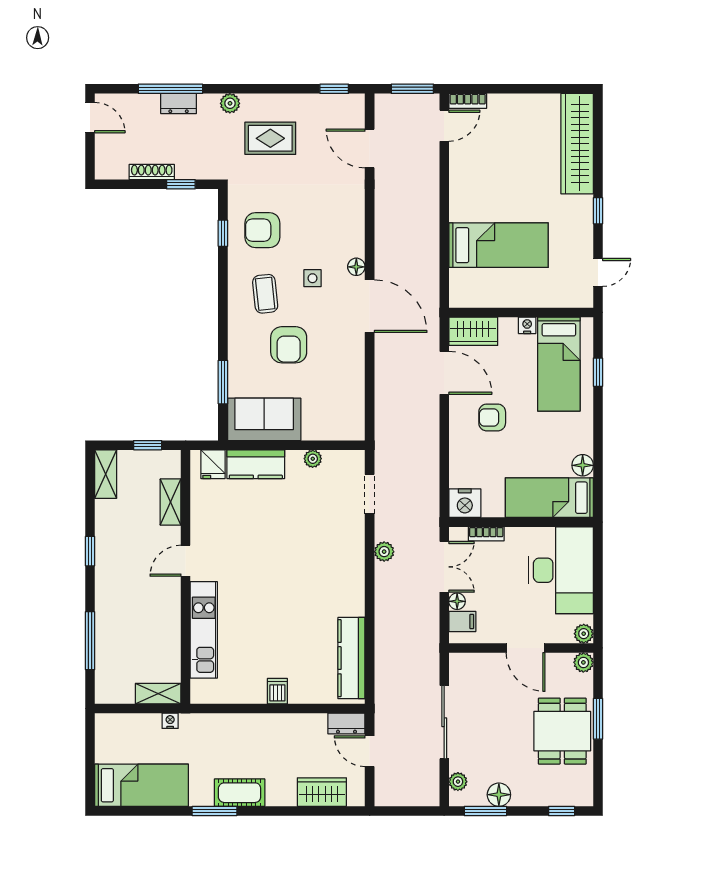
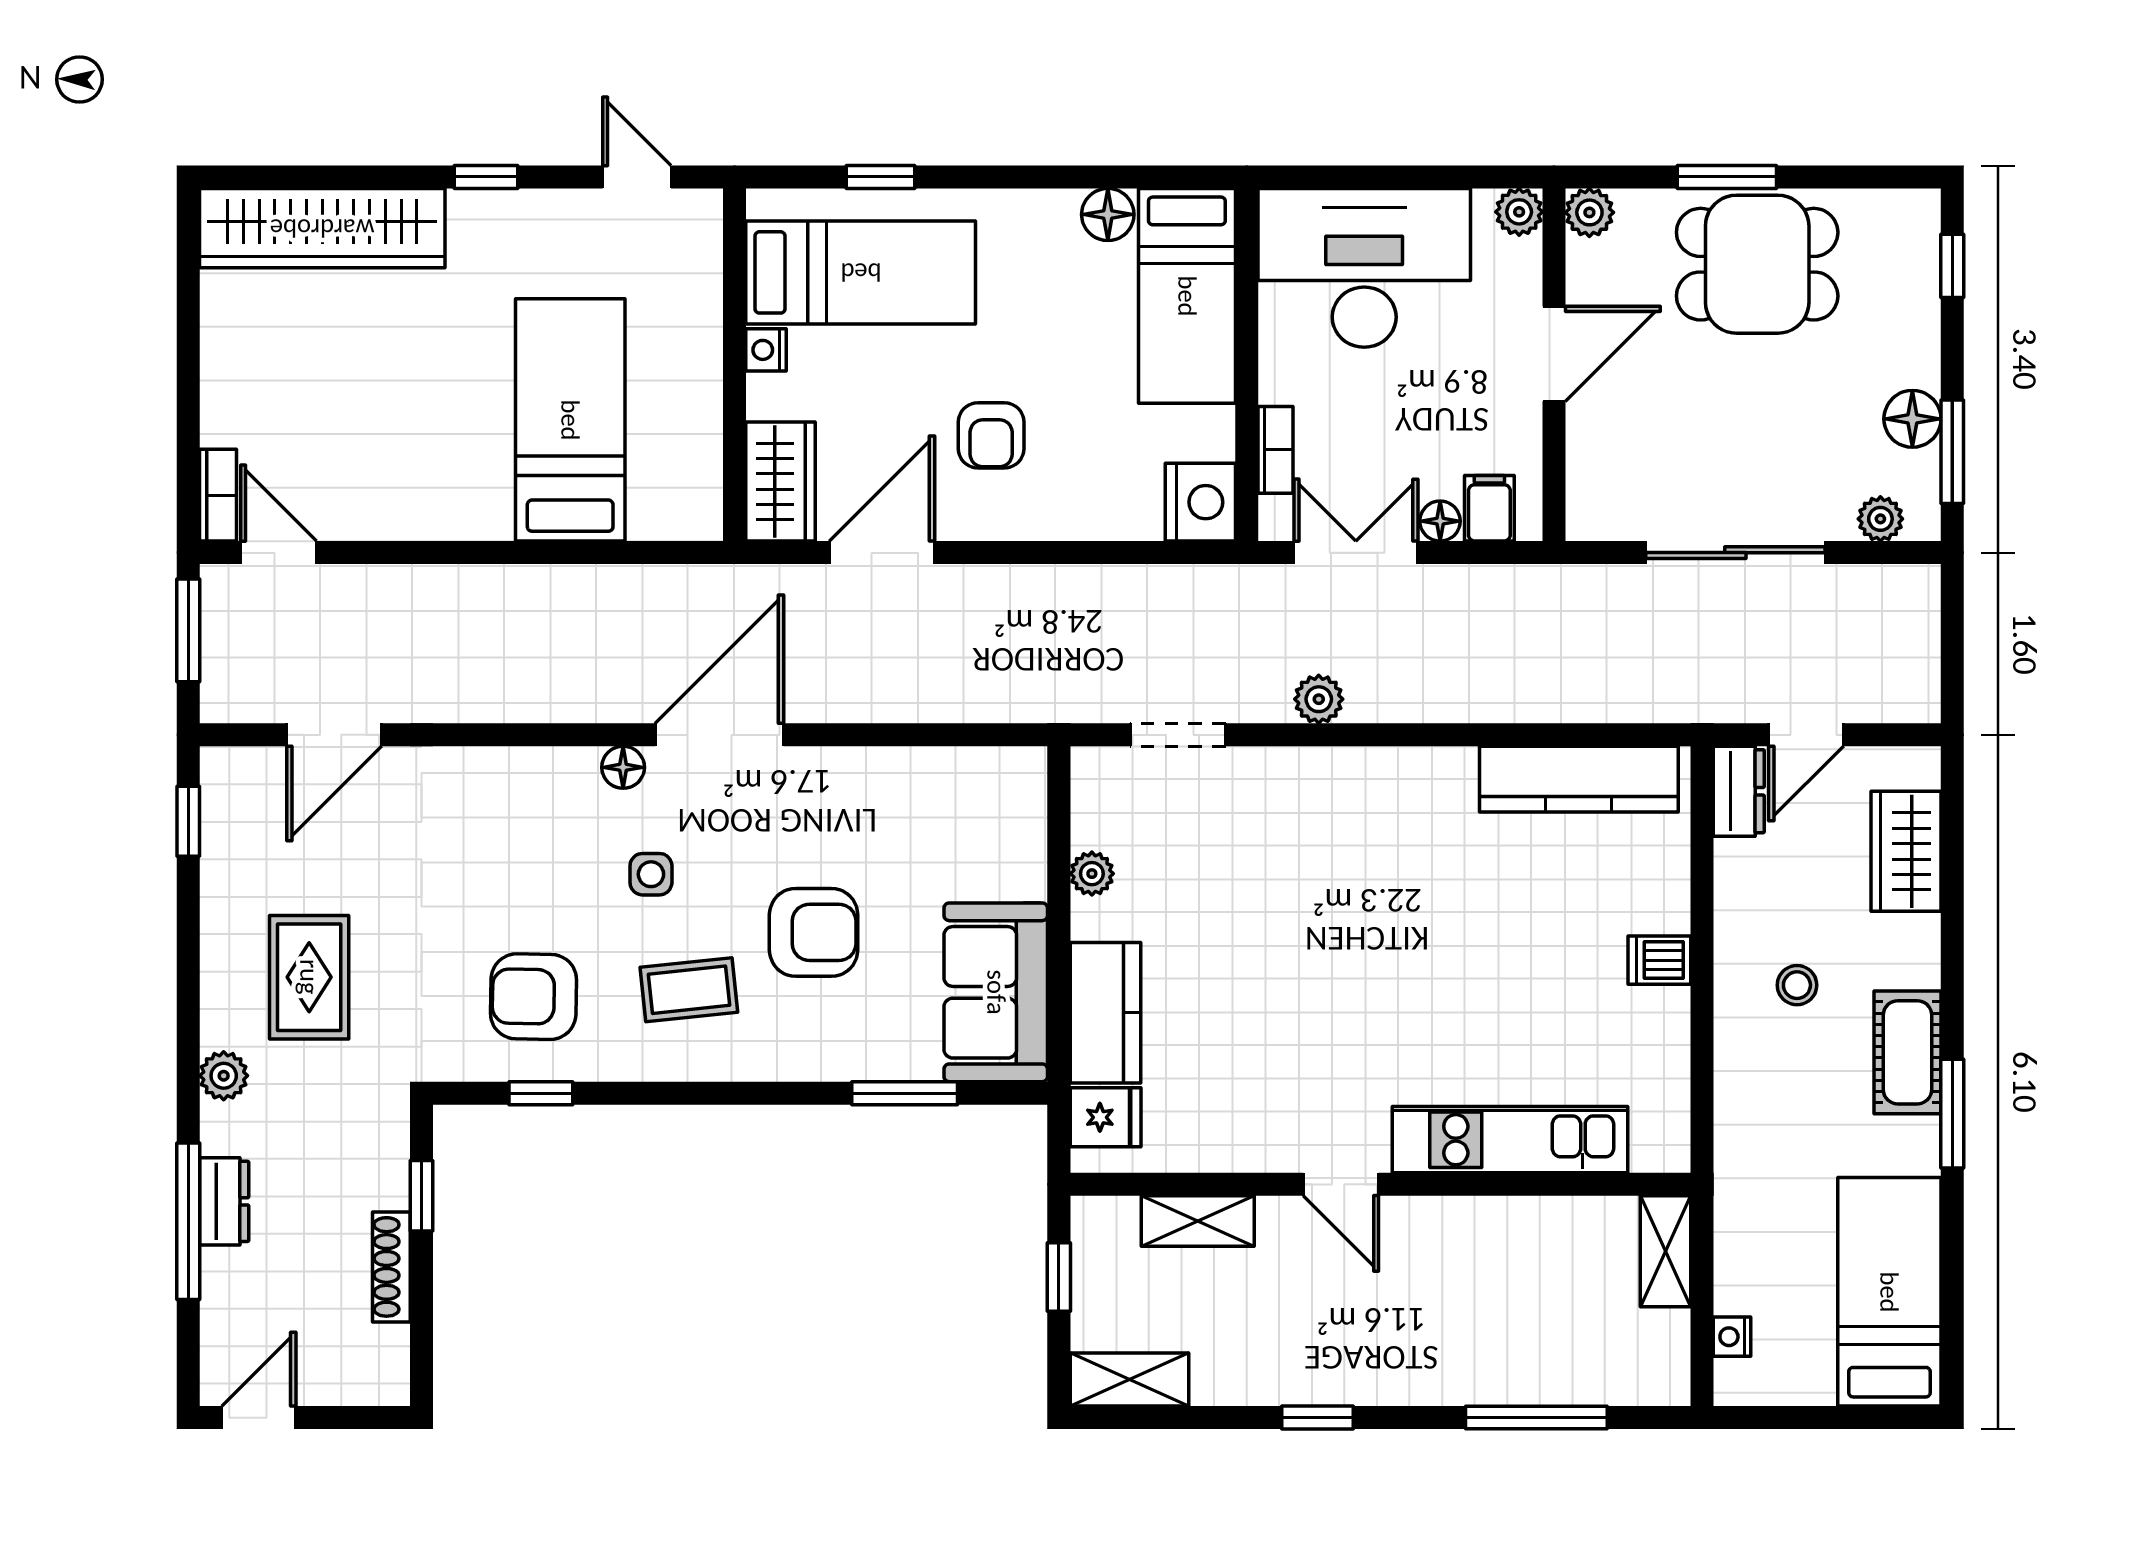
armchair: (262, 230) -> (534, 997), turned 91
nightstand: (170, 721) -> (1732, 1337), moved
stool: (267, 747) -> (1797, 985), added

